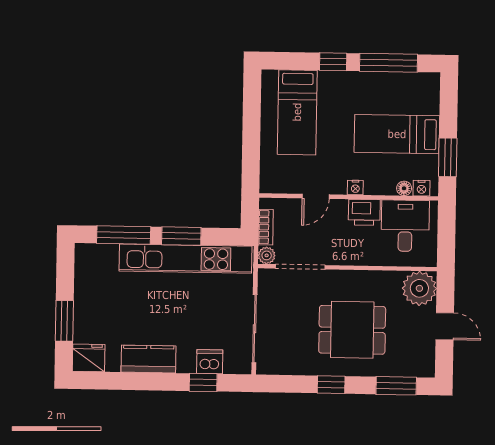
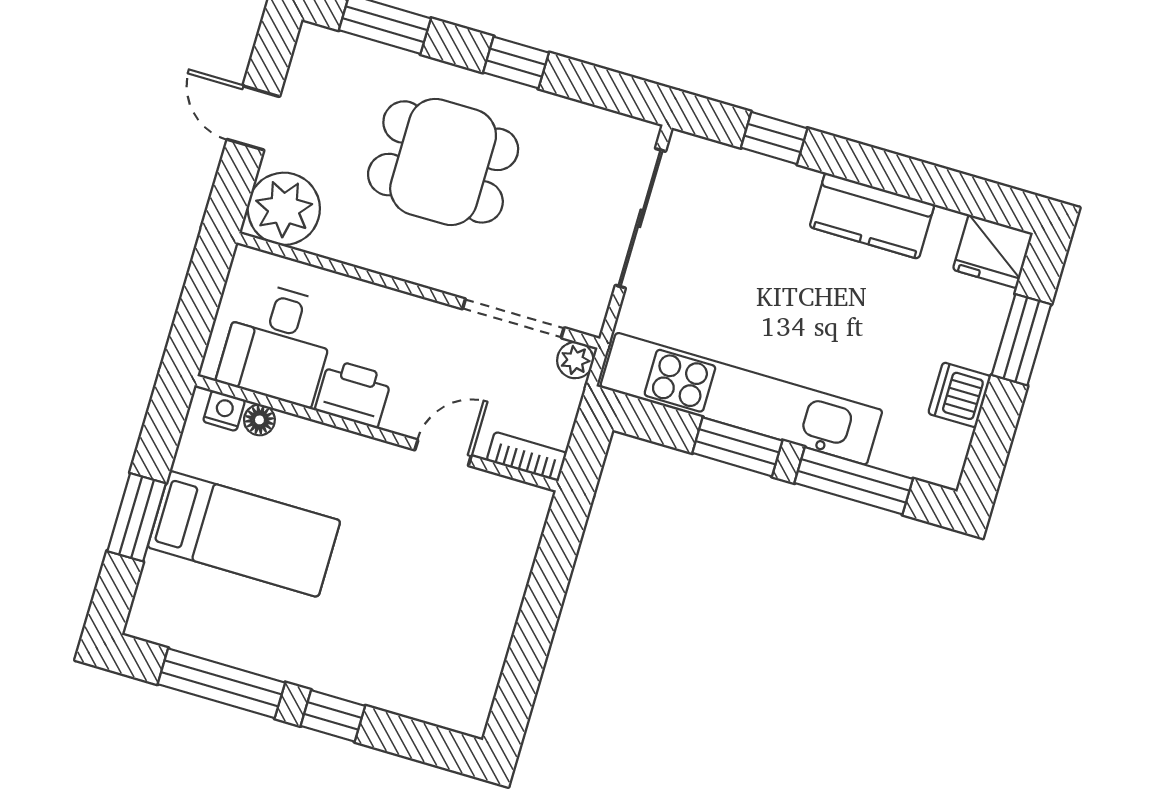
bed: (297, 112) -> (434, 633), removed
window: (448, 157) -> (137, 517), moved
nightstand: (355, 187) -> (358, 449), removed
bookcase: (266, 227) -> (527, 457), moved, turned 90
dishwasher: (210, 362) -> (960, 395), moved, turned 90

